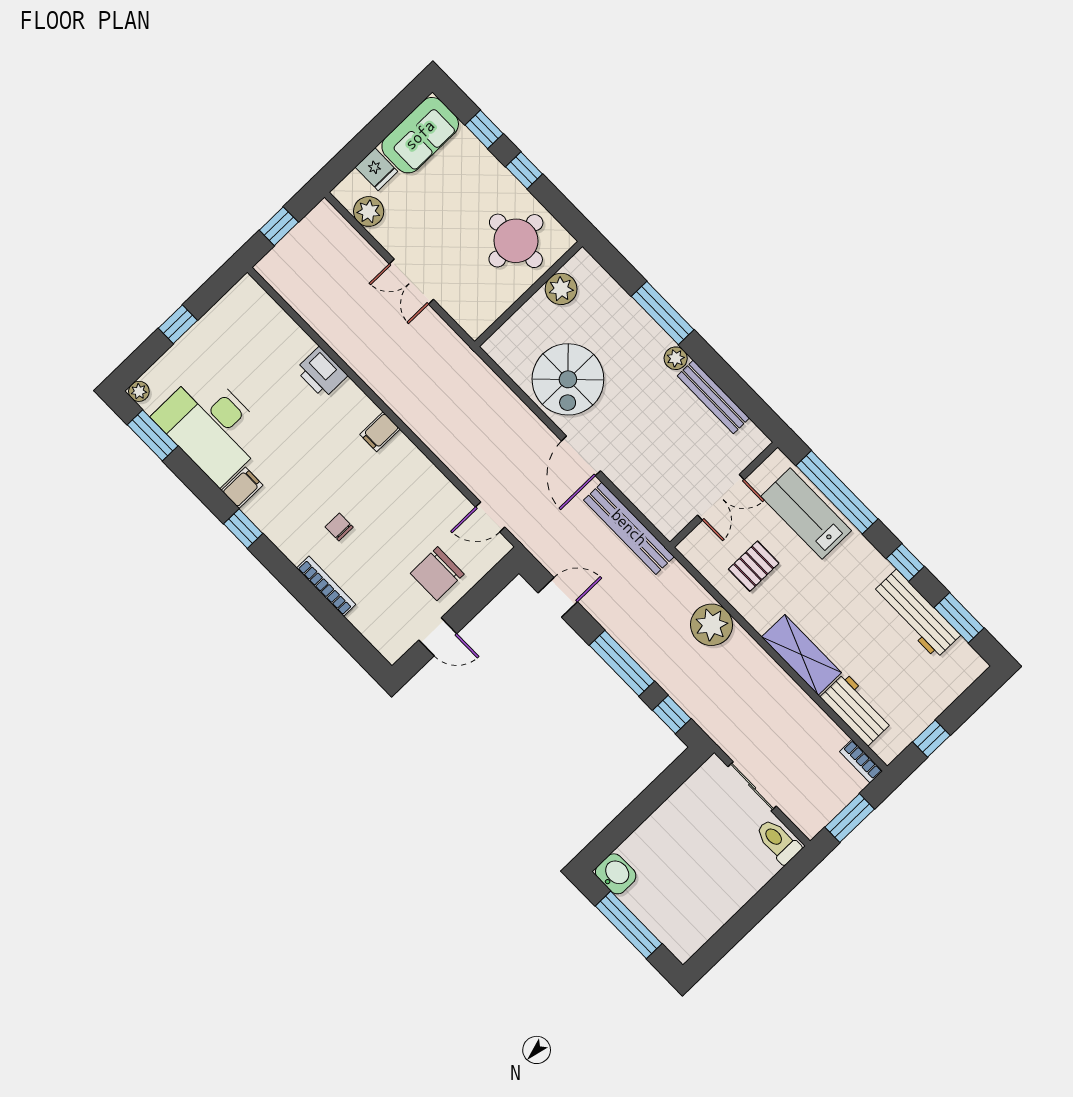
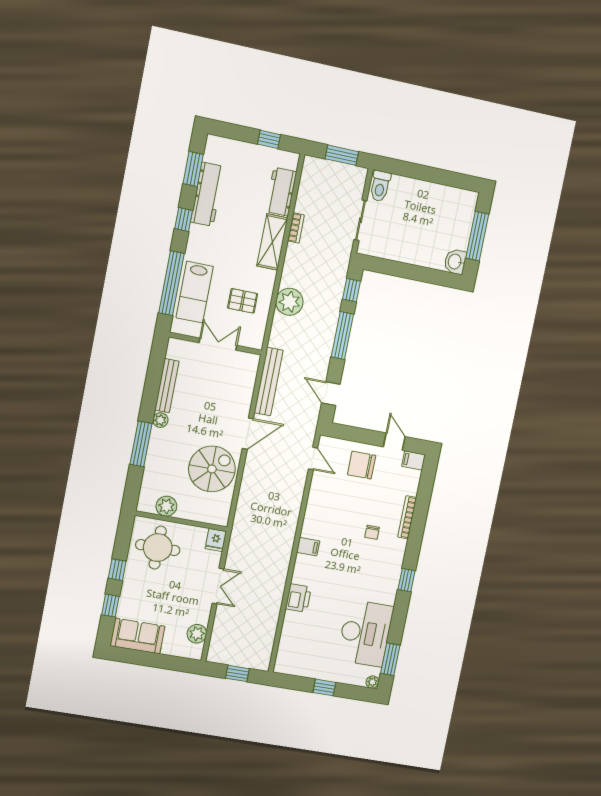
fridge: (376, 169) -> (216, 540), moved, turned 180
filing cabinet: (242, 488) -> (414, 460), moved
chair: (437, 574) -> (362, 465), turned 180
bookcase: (861, 761) -> (296, 228), moved

